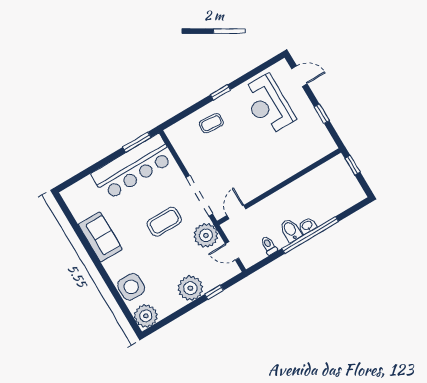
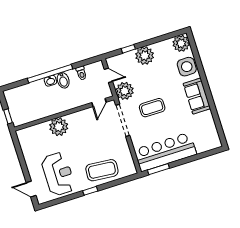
window: (322, 114) -> (21, 158), removed
coffee table: (211, 123) -> (102, 170), width x1.86, depth x1.72
plant: (282, 167) -> (59, 127), added
sofa: (100, 237) -> (197, 96), moved

